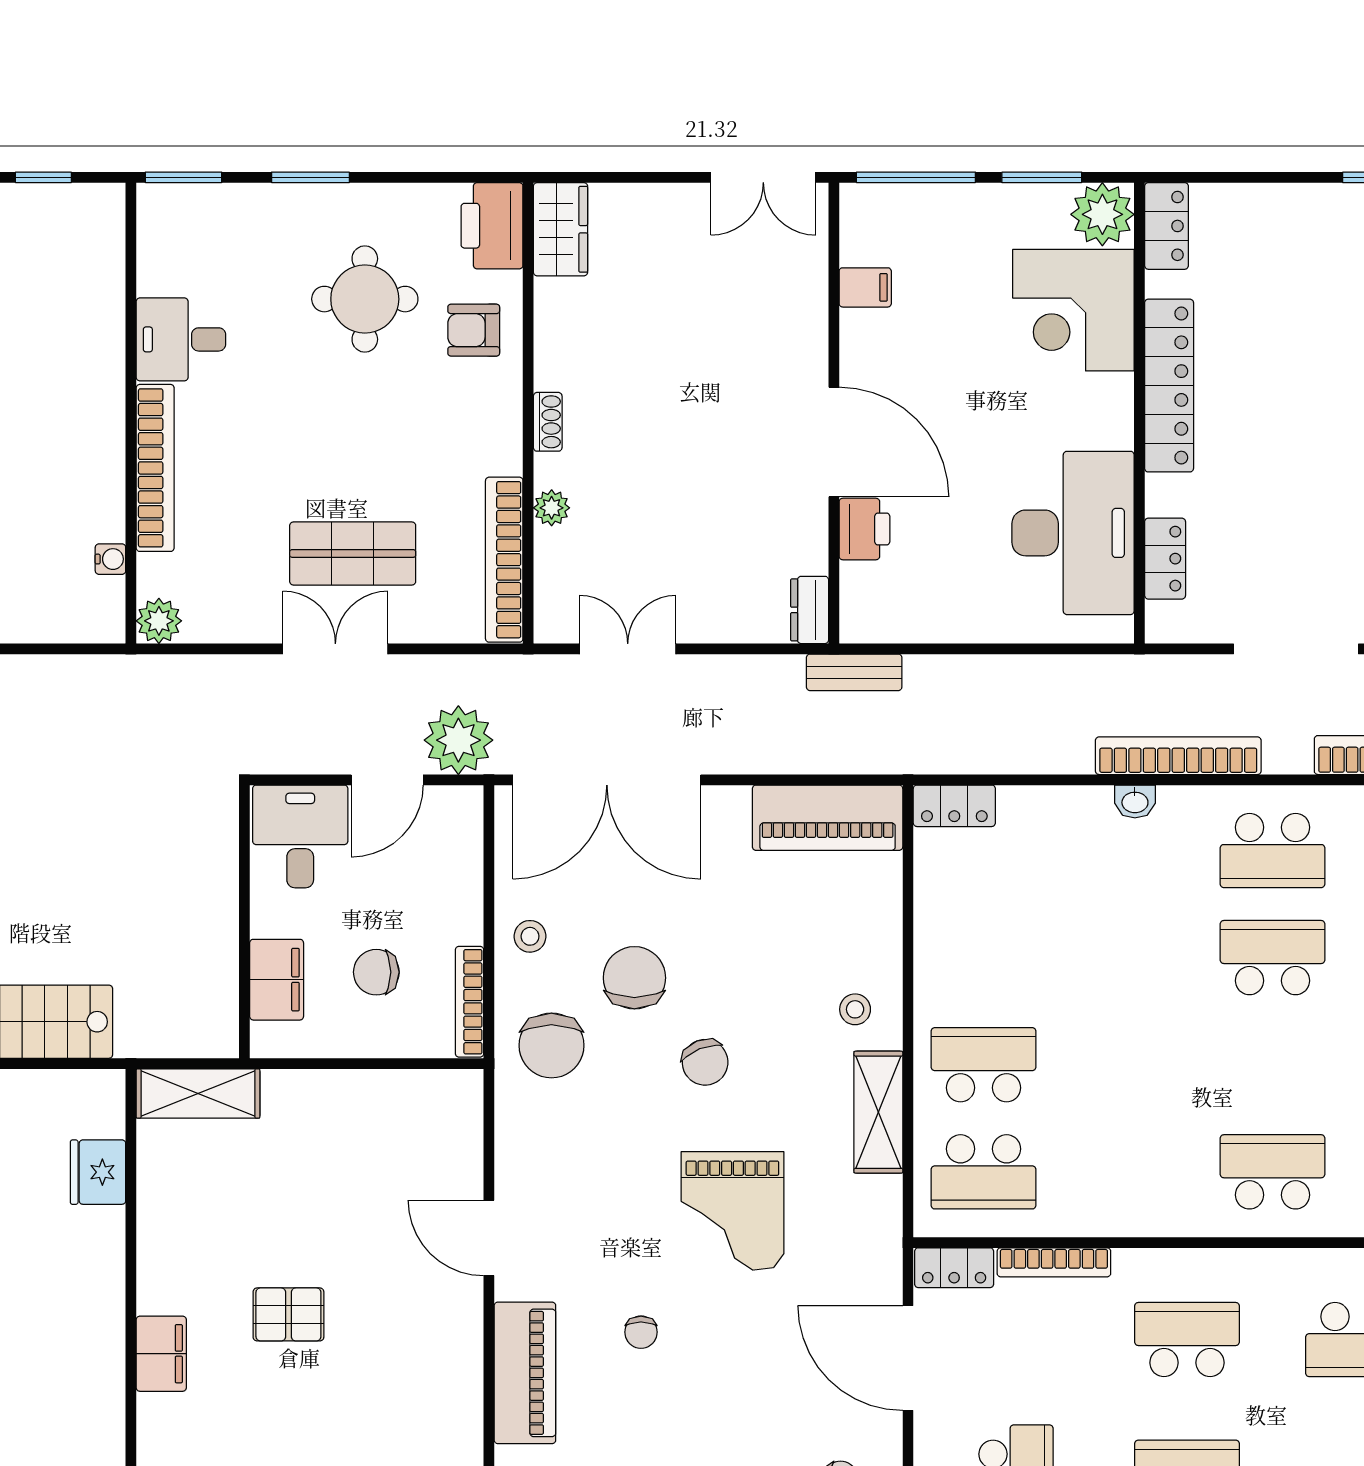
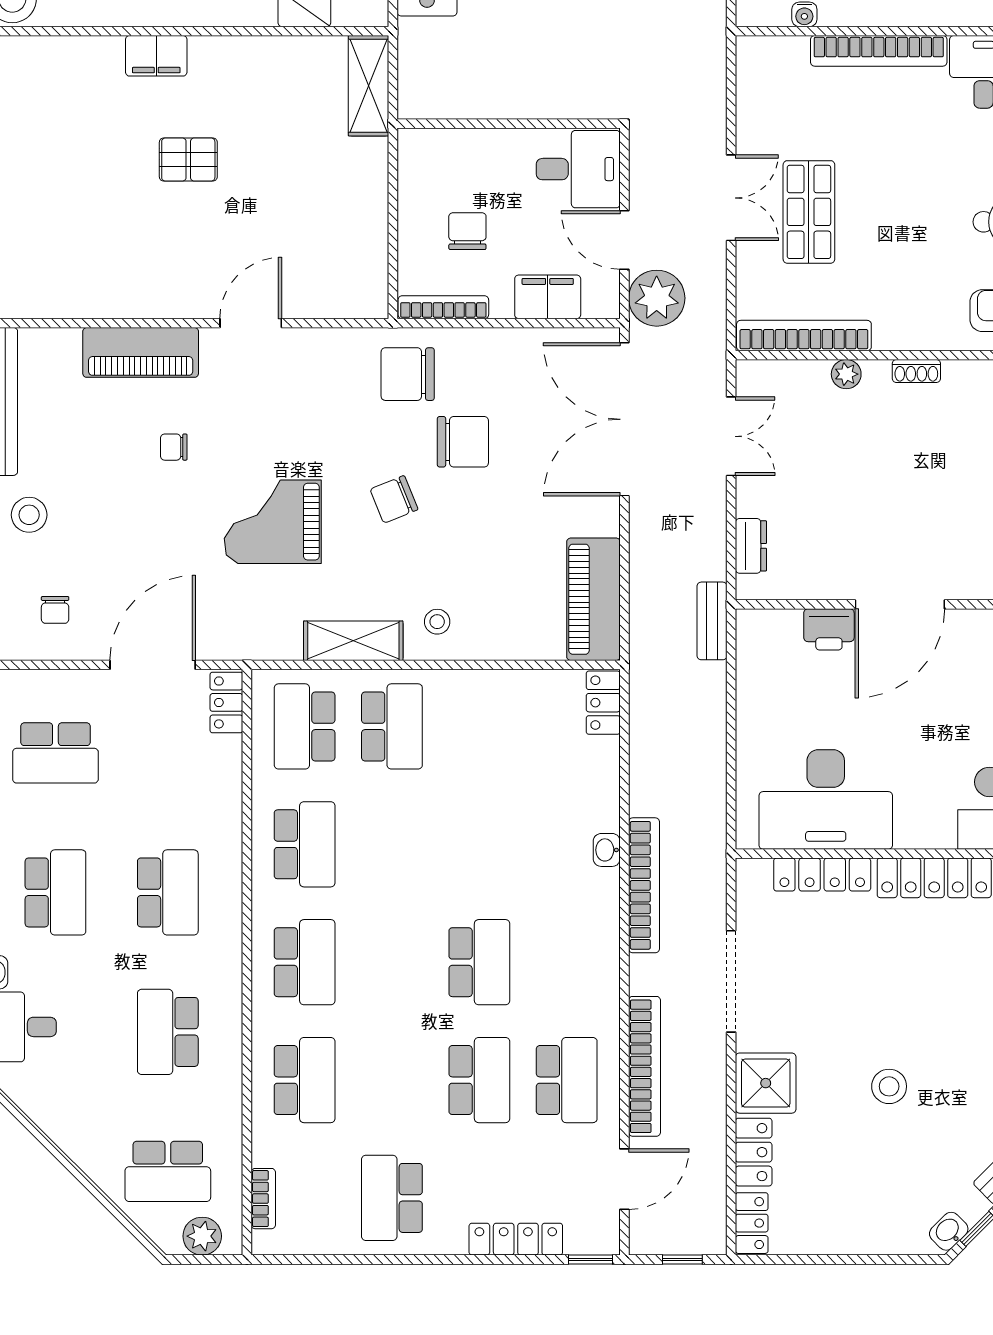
locker: (1165, 559) -> (822, 875), width x1.53
dresser: (810, 610) -> (751, 546), moved, turned 90
plant: (159, 621) -> (754, 54), removed
school desk: (1273, 850) -> (305, 844), moved, turned 180
stool: (530, 936) -> (497, 357), removed
filing cabinet: (277, 980) -> (548, 297), moved, turned 180
bookcase: (1054, 1262) -> (231, 784), removed
pallet: (288, 1314) -> (188, 160), turned 90

